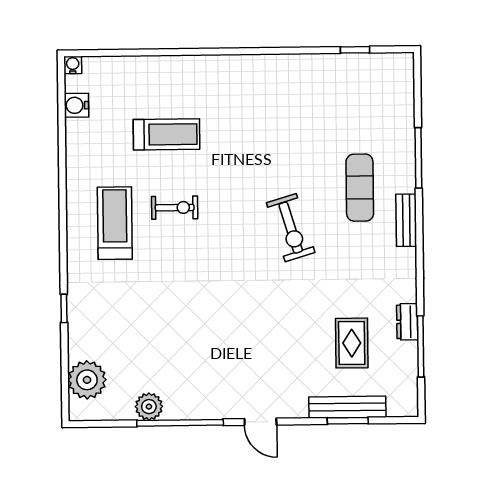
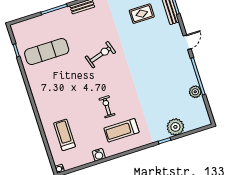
water cooler: (76, 105) -> (99, 155), moved
treadmill: (166, 134) -> (65, 135), moved
exercise mat: (360, 188) -> (47, 52), moved, width x1.36, depth x1.45
plant: (87, 380) -> (175, 127), moved

